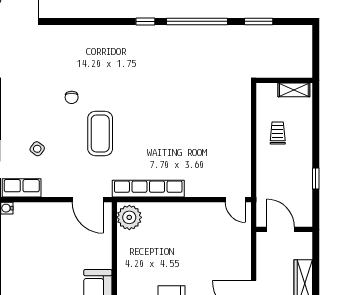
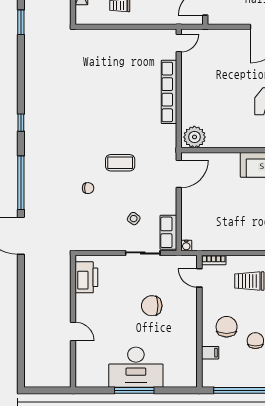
window: (197, 21) -> (21, 183), moved
coffee table: (100, 133) -> (120, 163), width x0.73, depth x0.76
row of seats: (148, 189) -> (169, 92), moved

